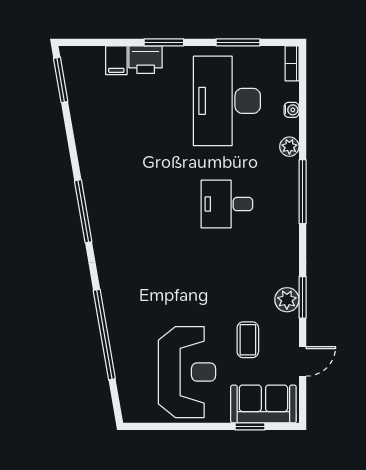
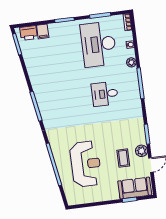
printer: (146, 60) -> (29, 33), moved
plant: (287, 300) -> (142, 151), moved
reception desk: (187, 372) -> (86, 164), moved

